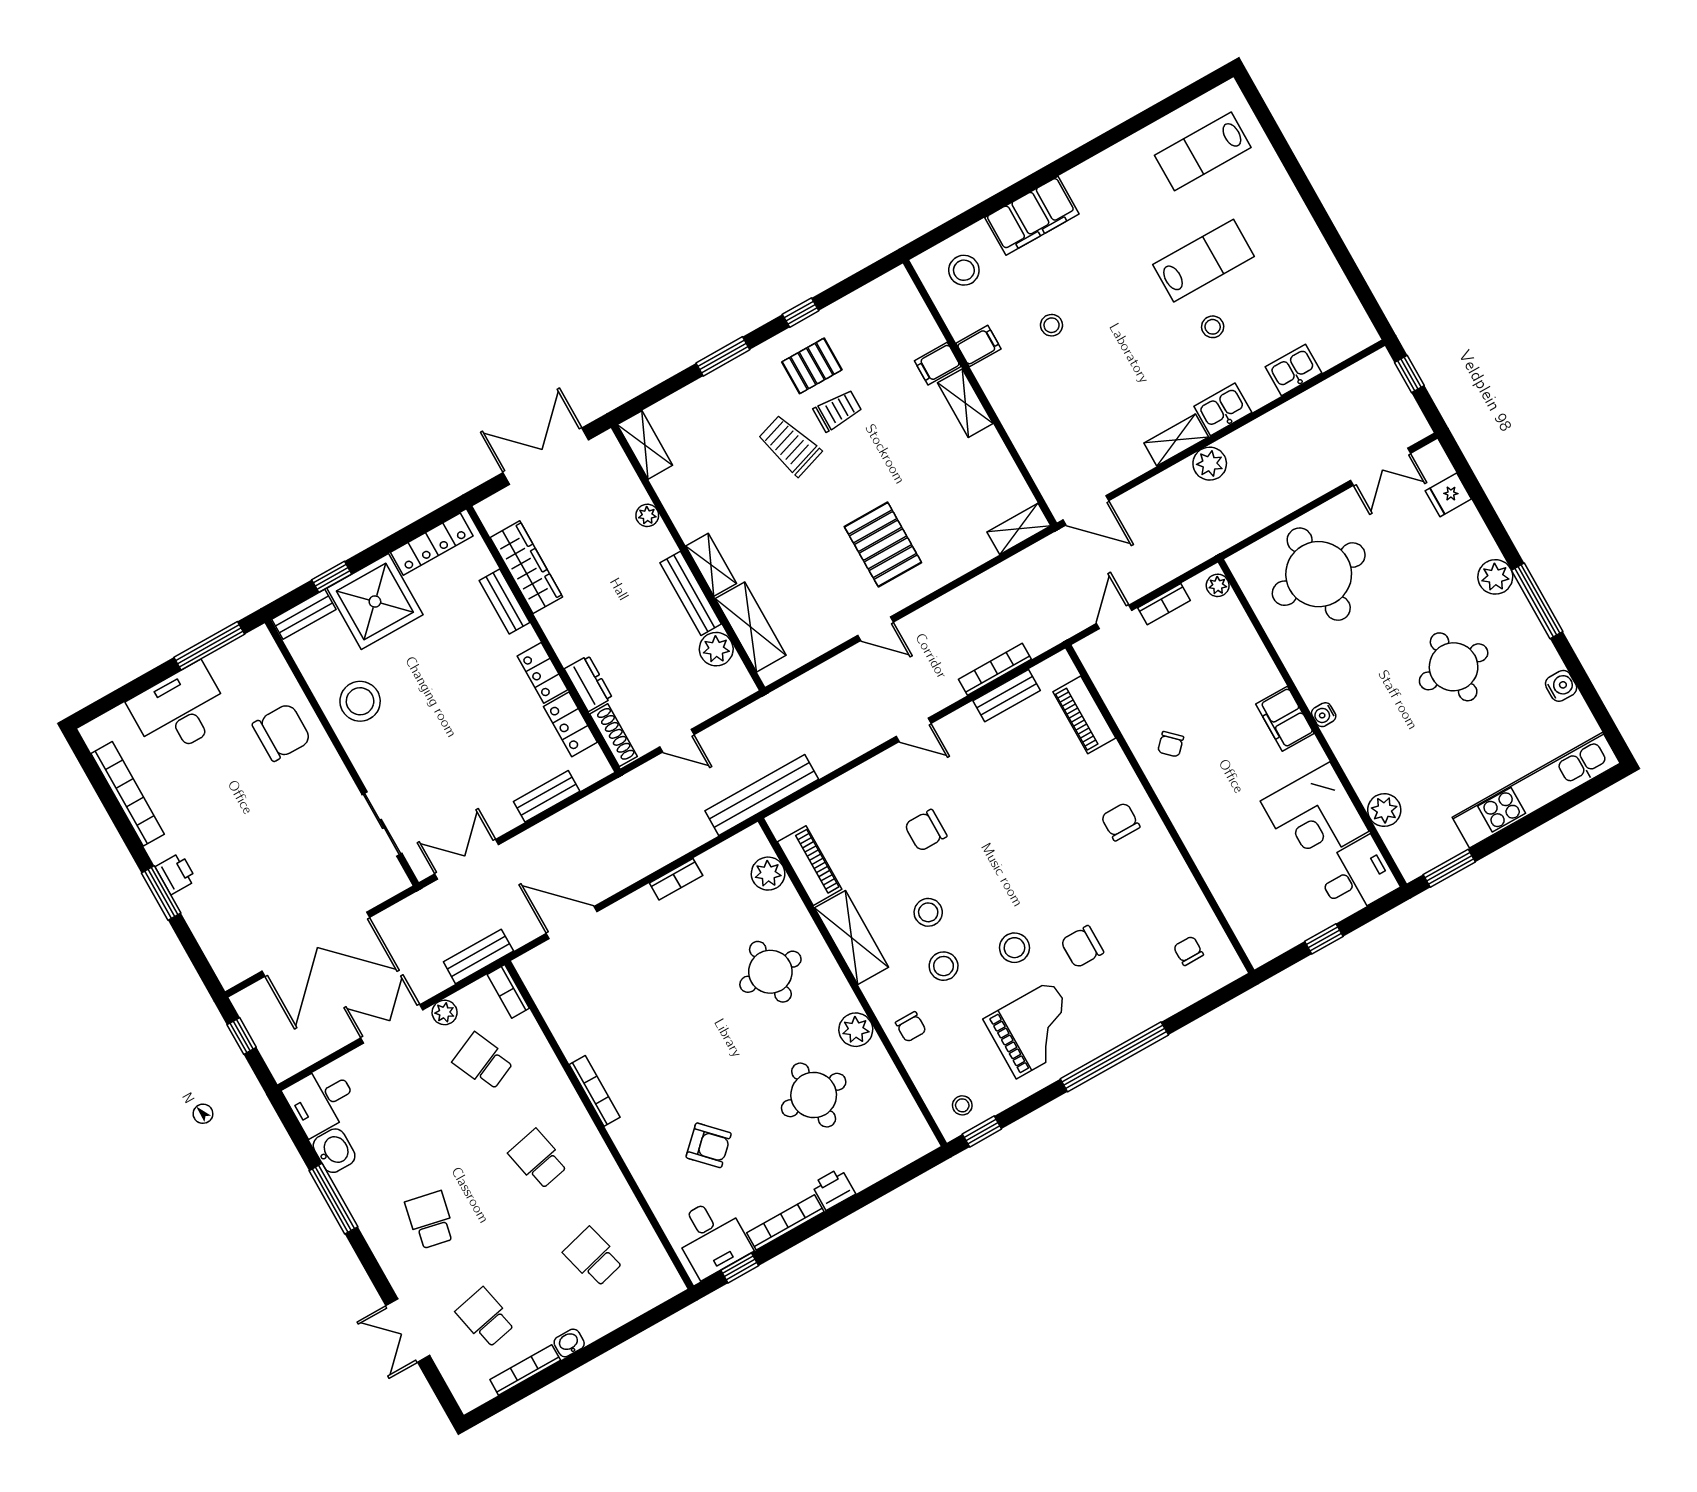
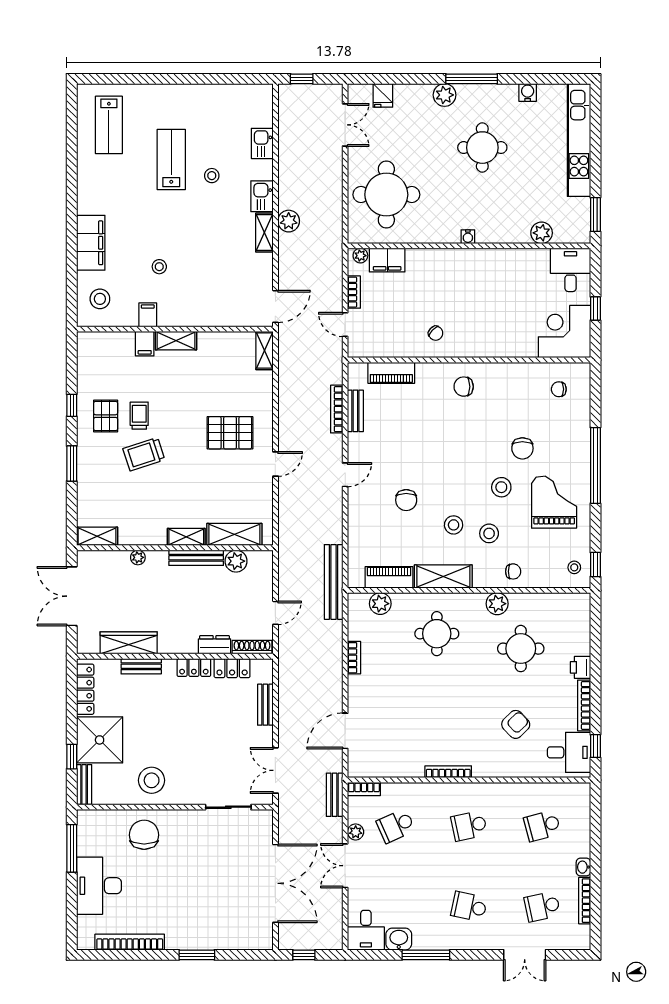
filing cabinet: (1285, 719) -> (387, 260), moved
corner desk: (1315, 816) -> (564, 332), moved, turned 180
printer: (176, 874) -> (191, 940), removed

